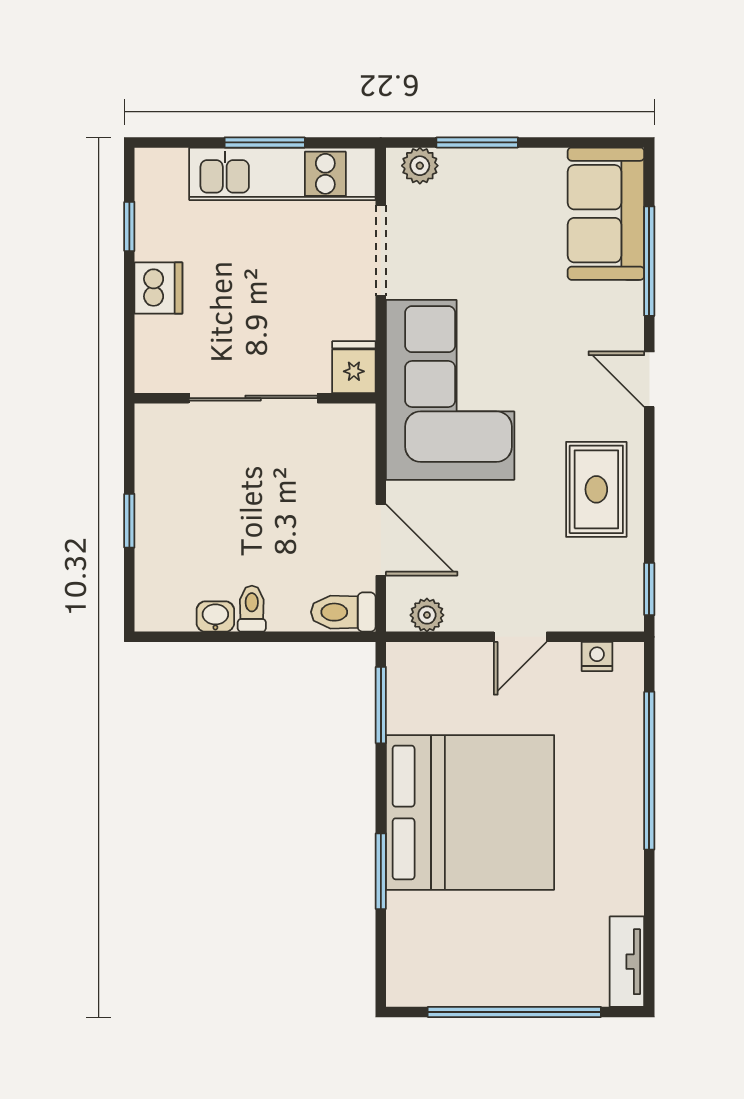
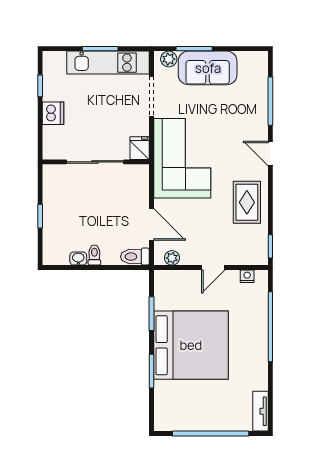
sofa: (606, 214) -> (208, 68), moved, turned -90
window: (381, 705) -> (152, 314), moved

